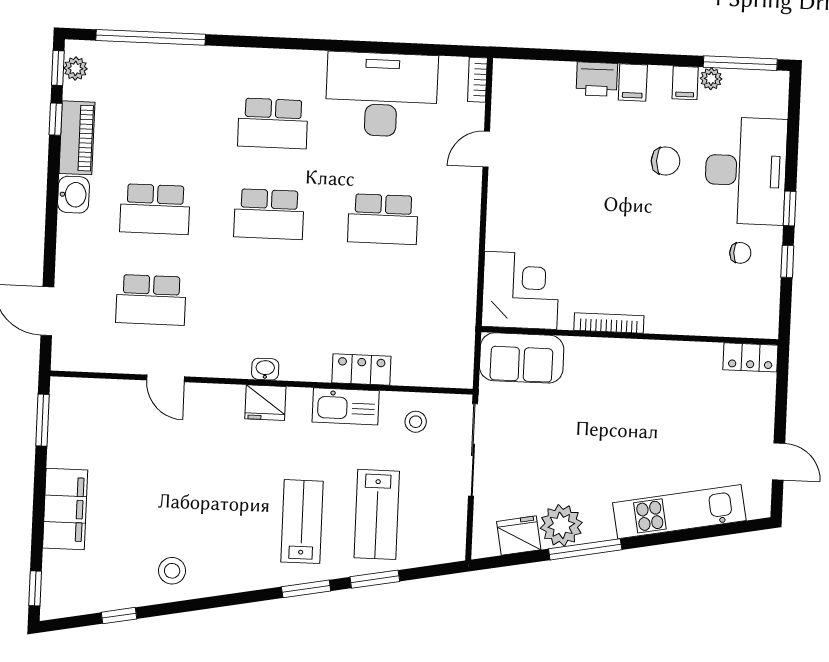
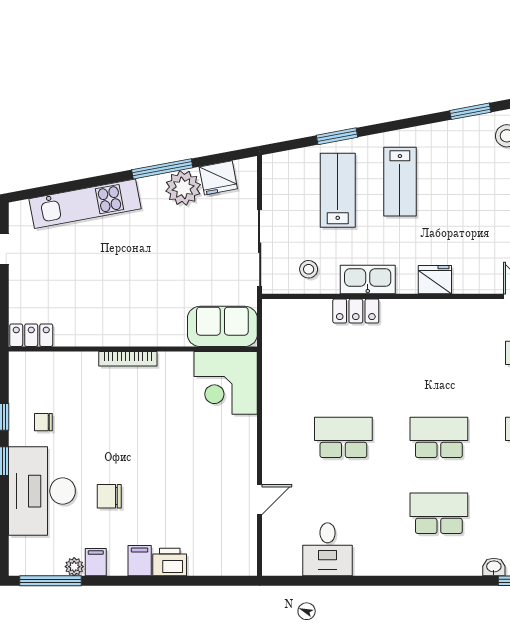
bookcase: (477, 80) -> (269, 557), removed
desk: (382, 95) -> (328, 549), width x0.53, depth x0.77
bookcase: (609, 323) -> (128, 359), moved
washbasin: (265, 369) -> (494, 567), moved, turned 180
window: (306, 589) -> (470, 111), moved

